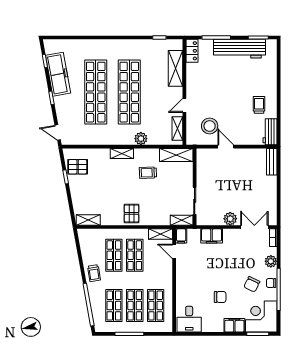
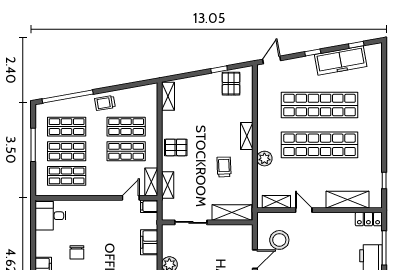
shelving: (176, 155) -> (232, 212), moved, turned 90
shelving: (182, 220) -> (168, 185), moved

